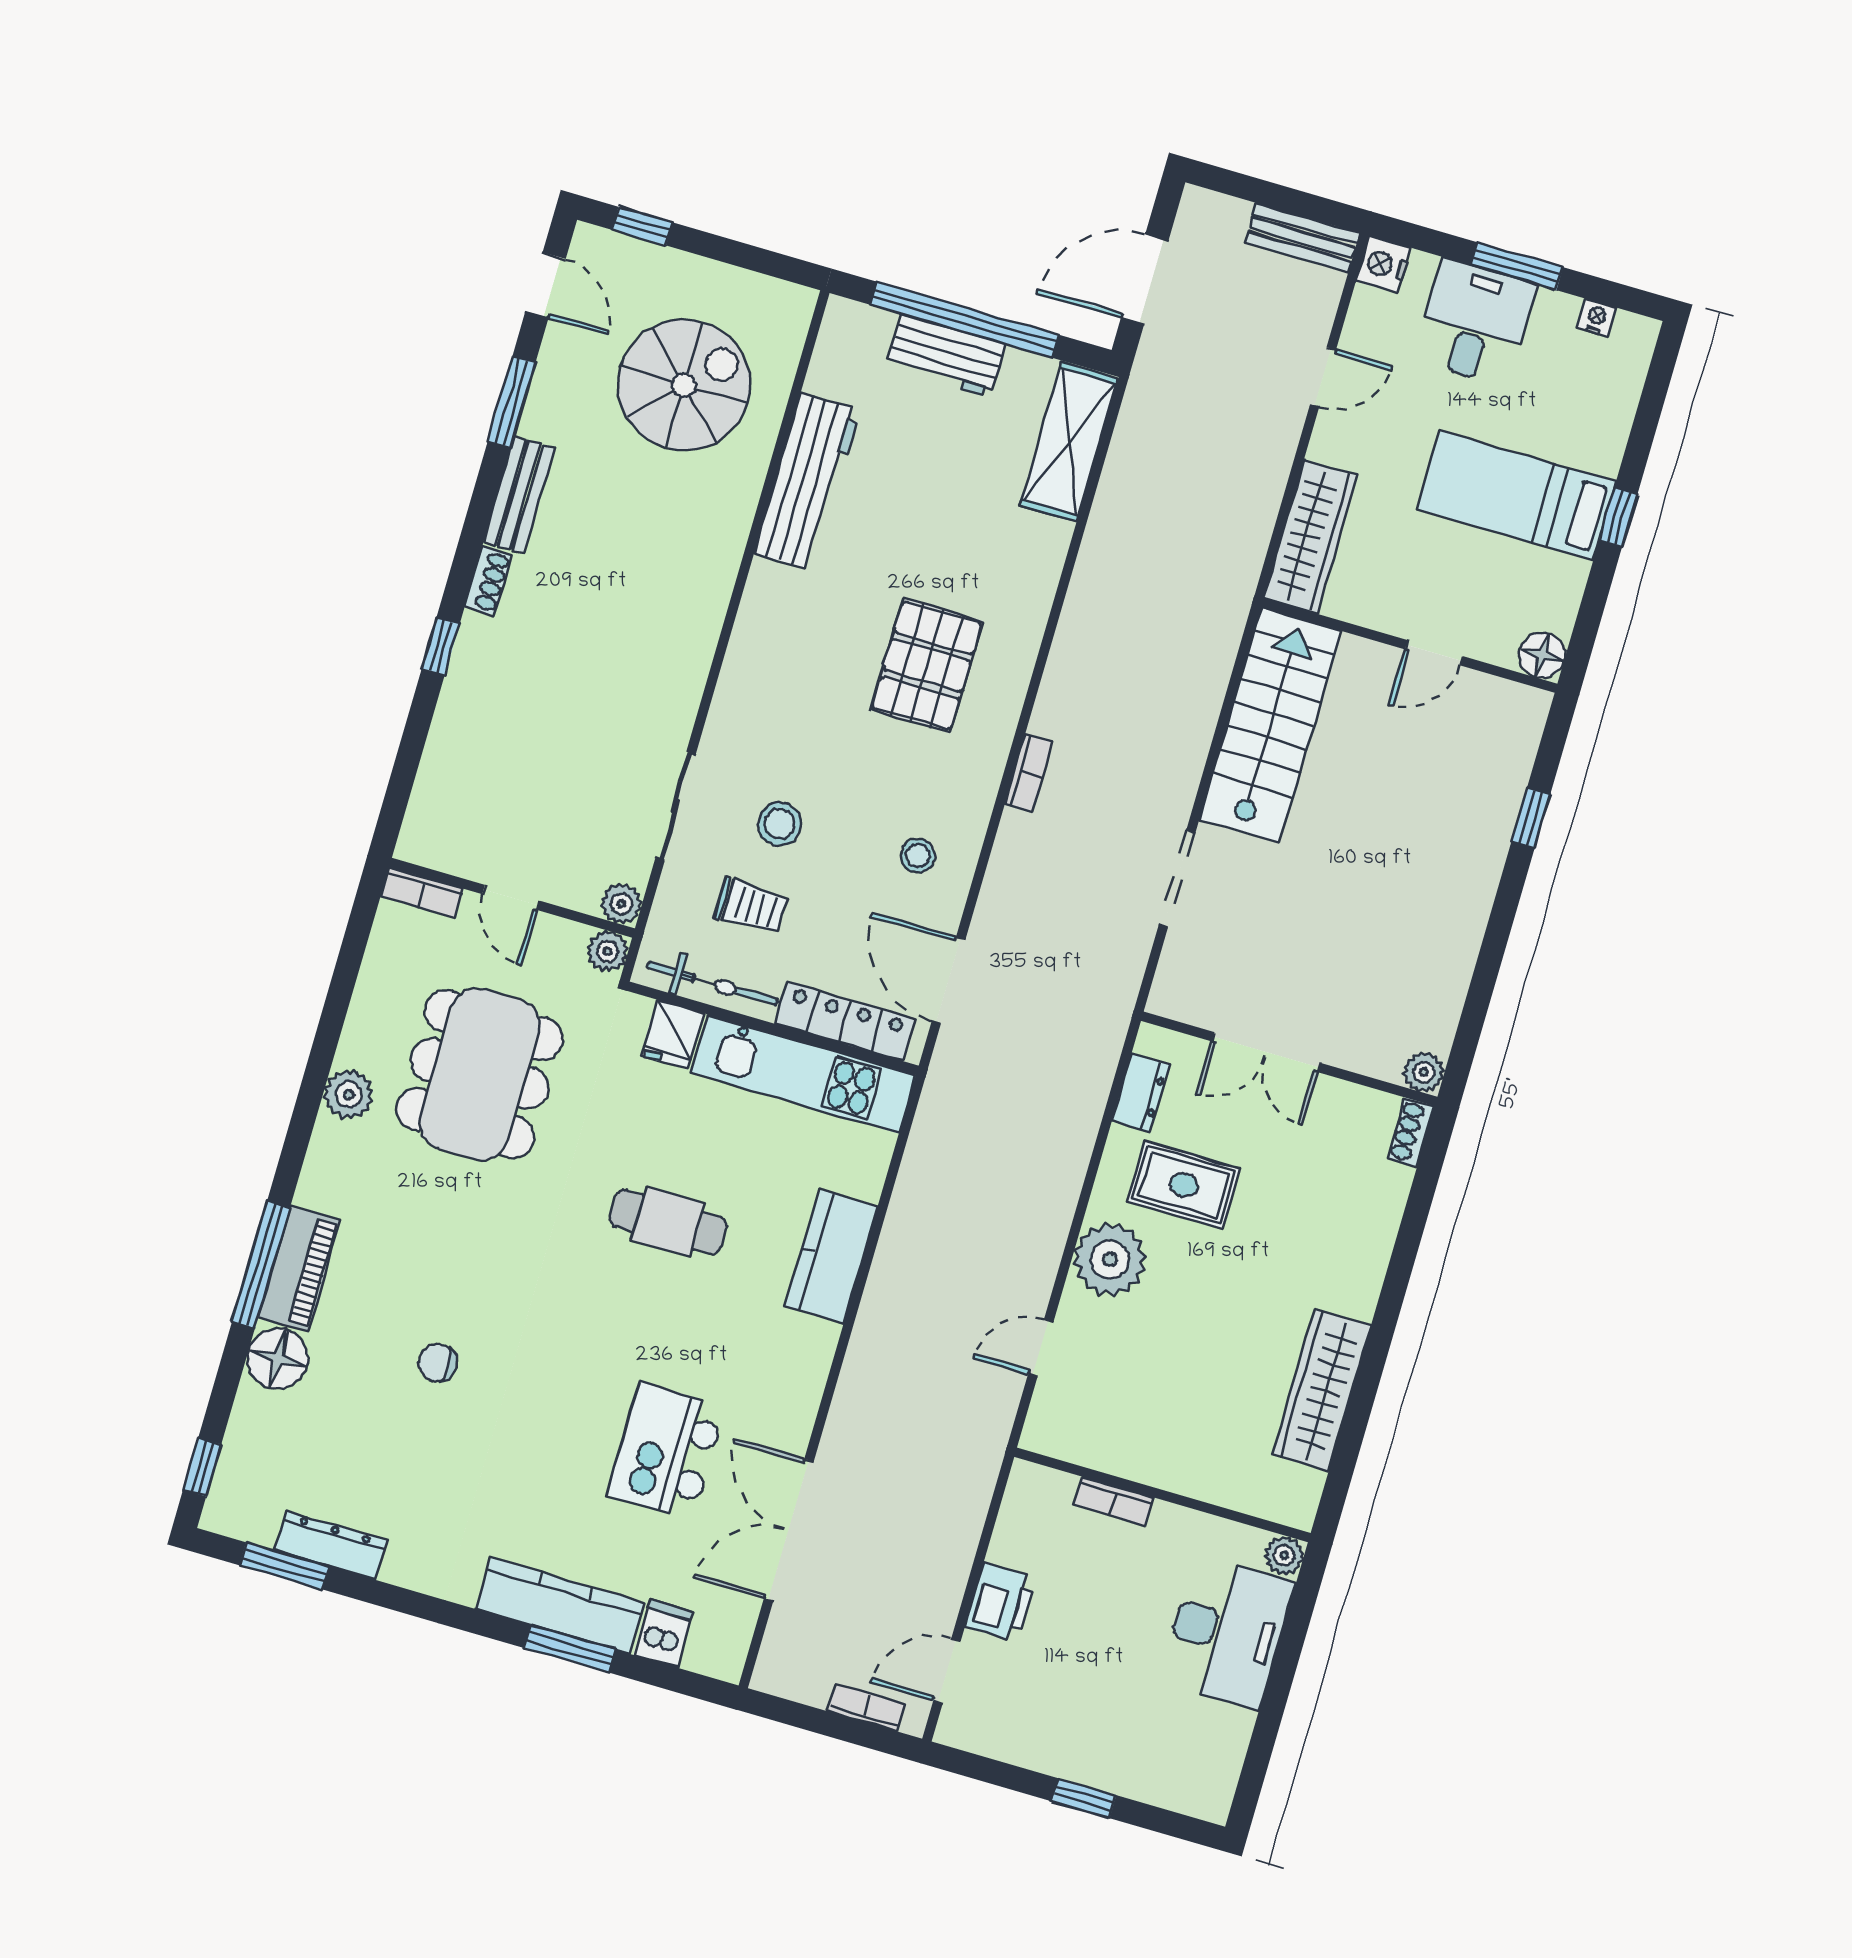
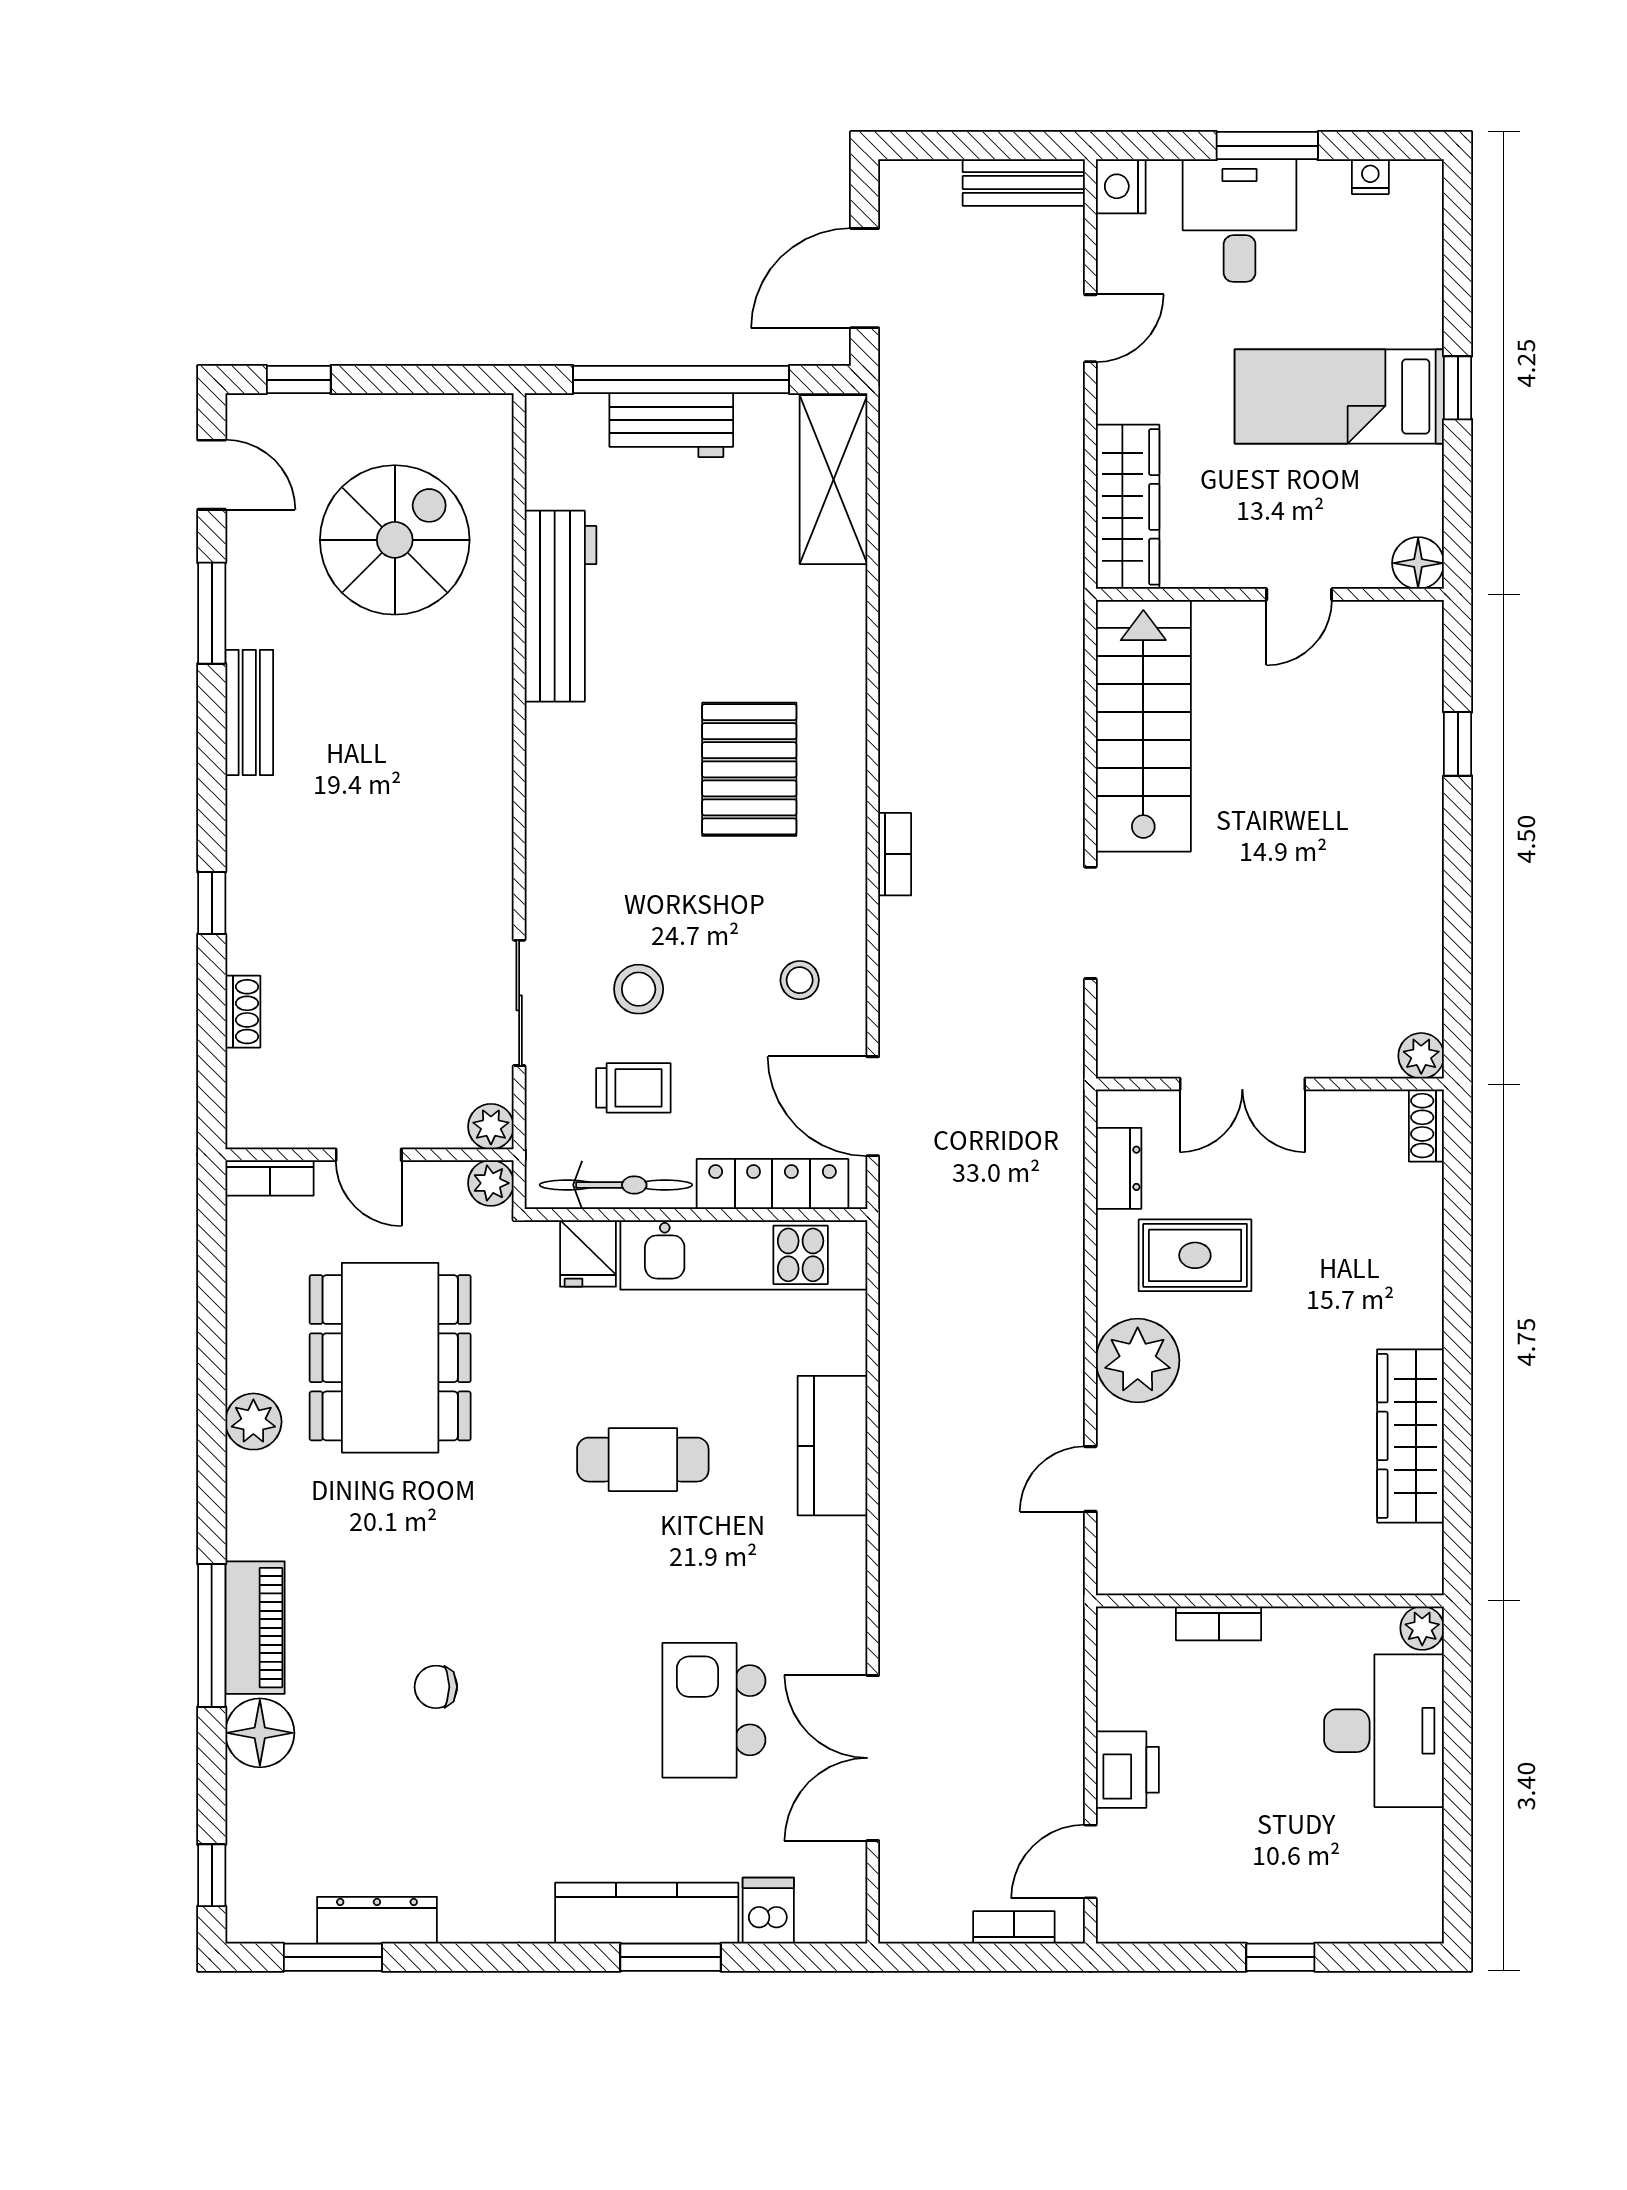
shoe rack: (488, 580) -> (243, 1012), moved

